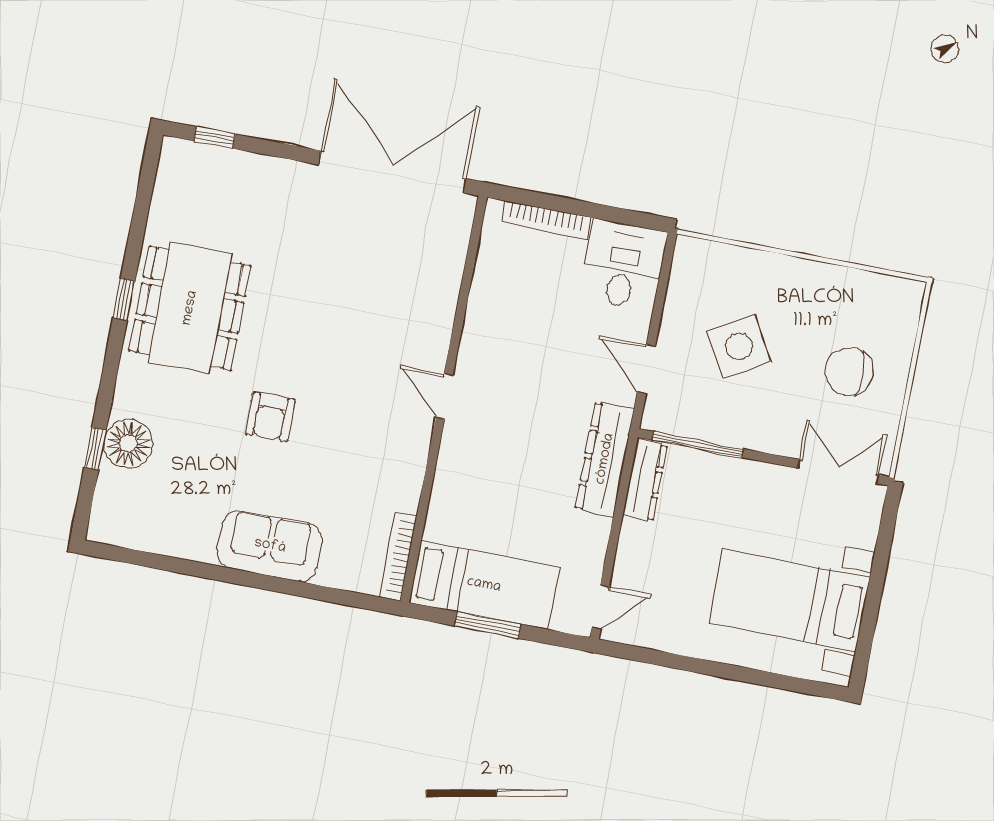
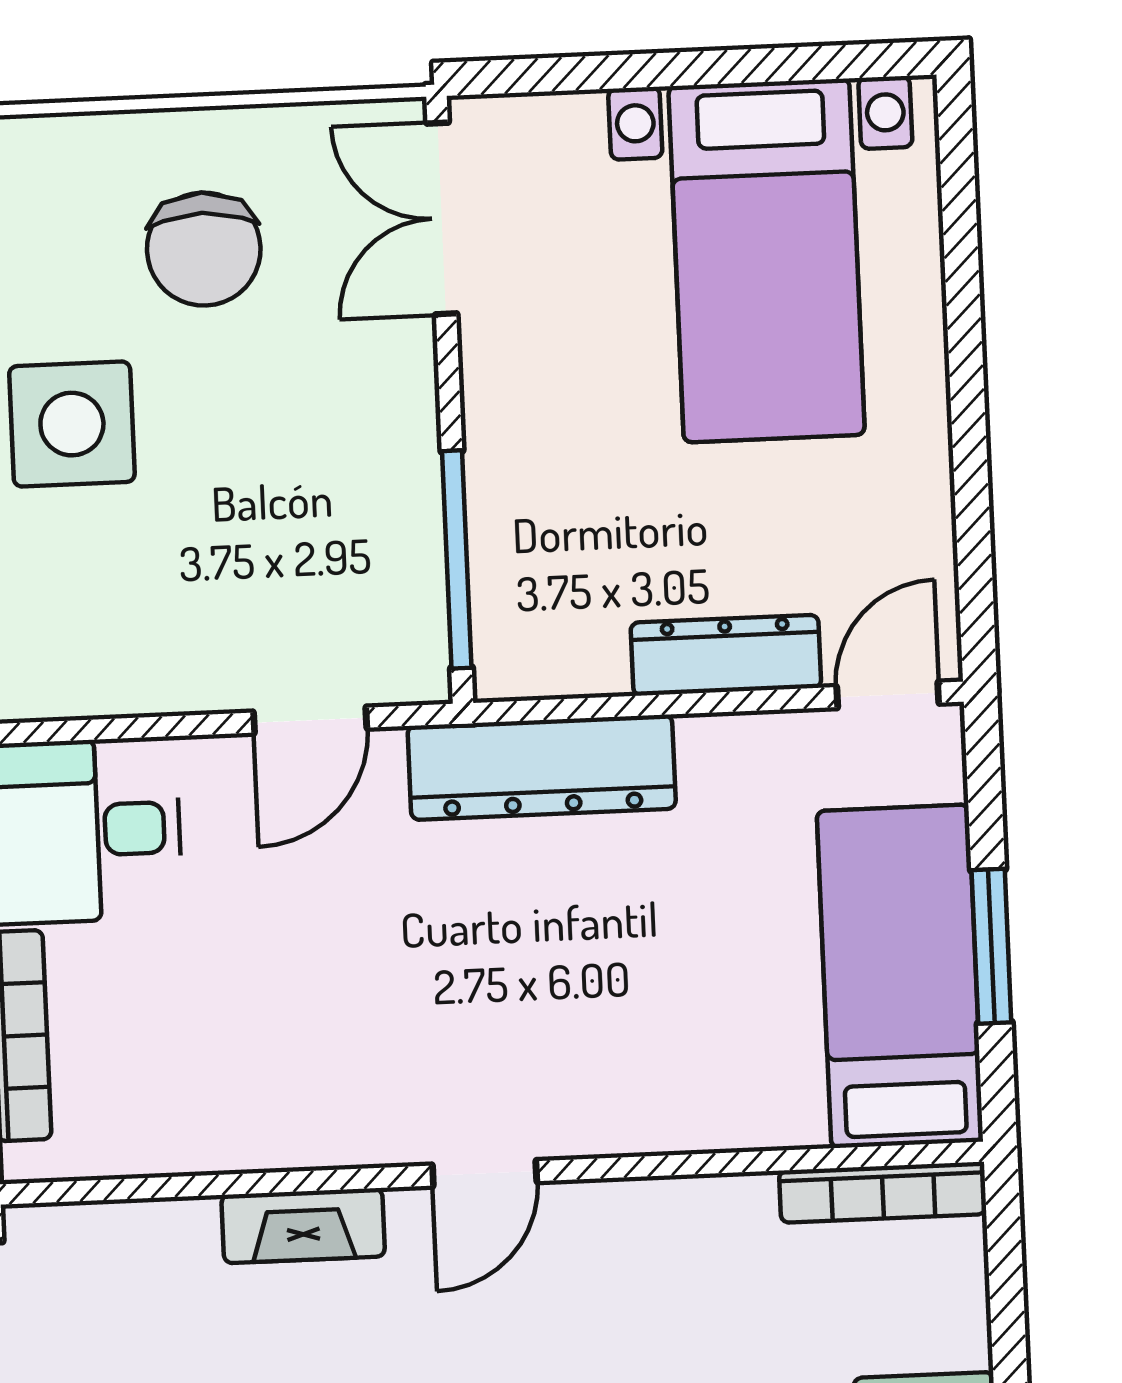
fireplace: (441, 317) -> (303, 1226), added
side table: (739, 347) -> (72, 424), moved, turned 30
dresser: (645, 480) -> (726, 655), moved
door: (600, 607) -> (888, 695), hinge flipped

